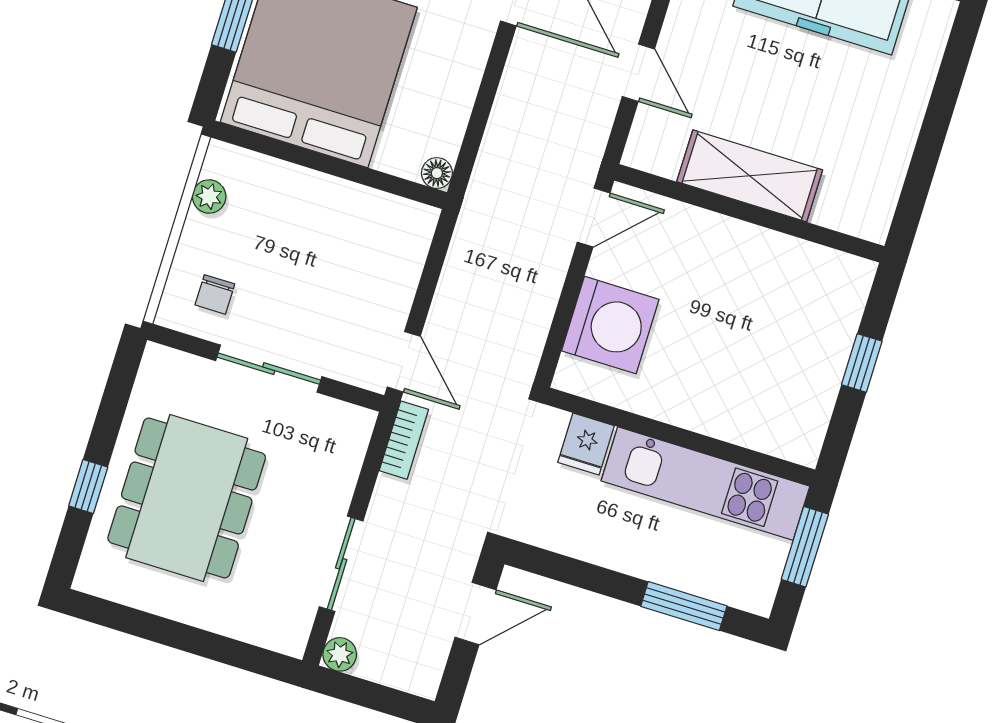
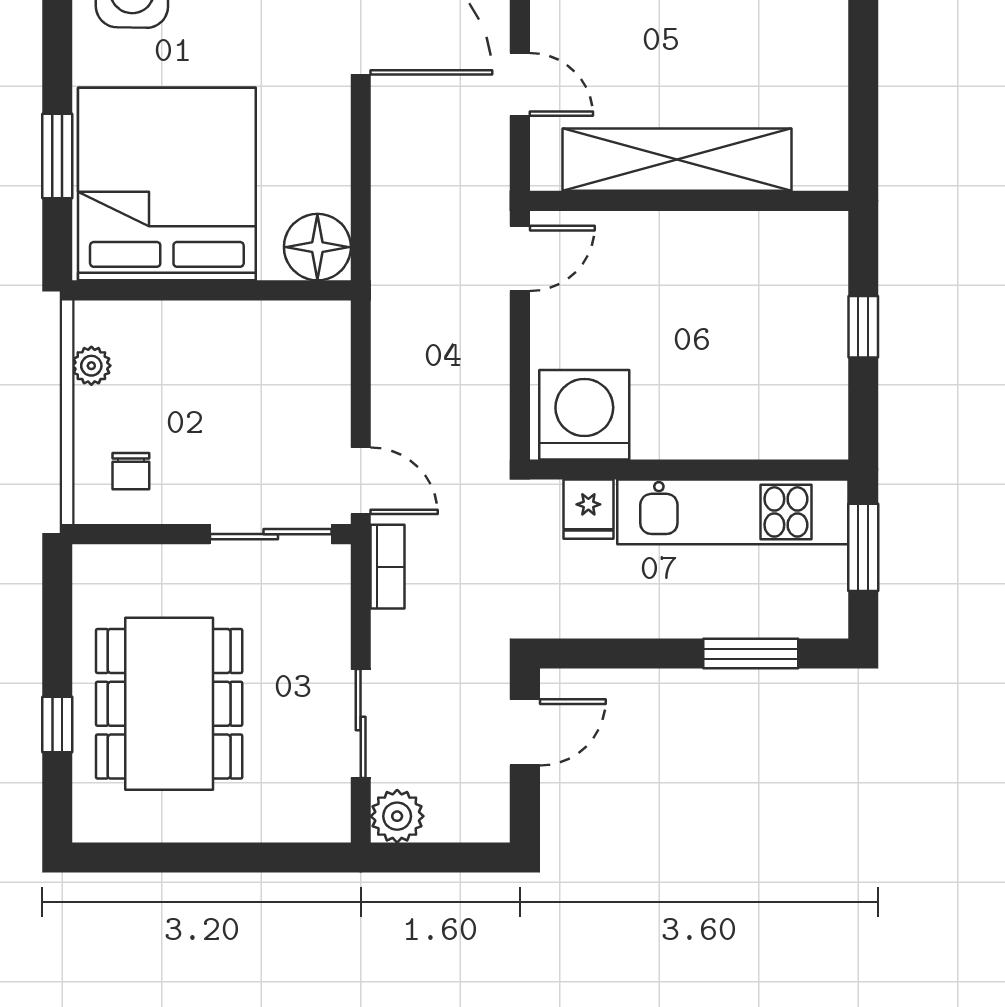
floor lamp: (437, 173) -> (317, 247), width x1.89, depth x1.89
shelving: (750, 176) -> (677, 160), width x1.47
washing machine: (610, 325) -> (584, 415), moved, turned -90
sliding door: (269, 369) -> (271, 534), moved
plant: (340, 654) -> (397, 816), width x1.38, depth x1.38

